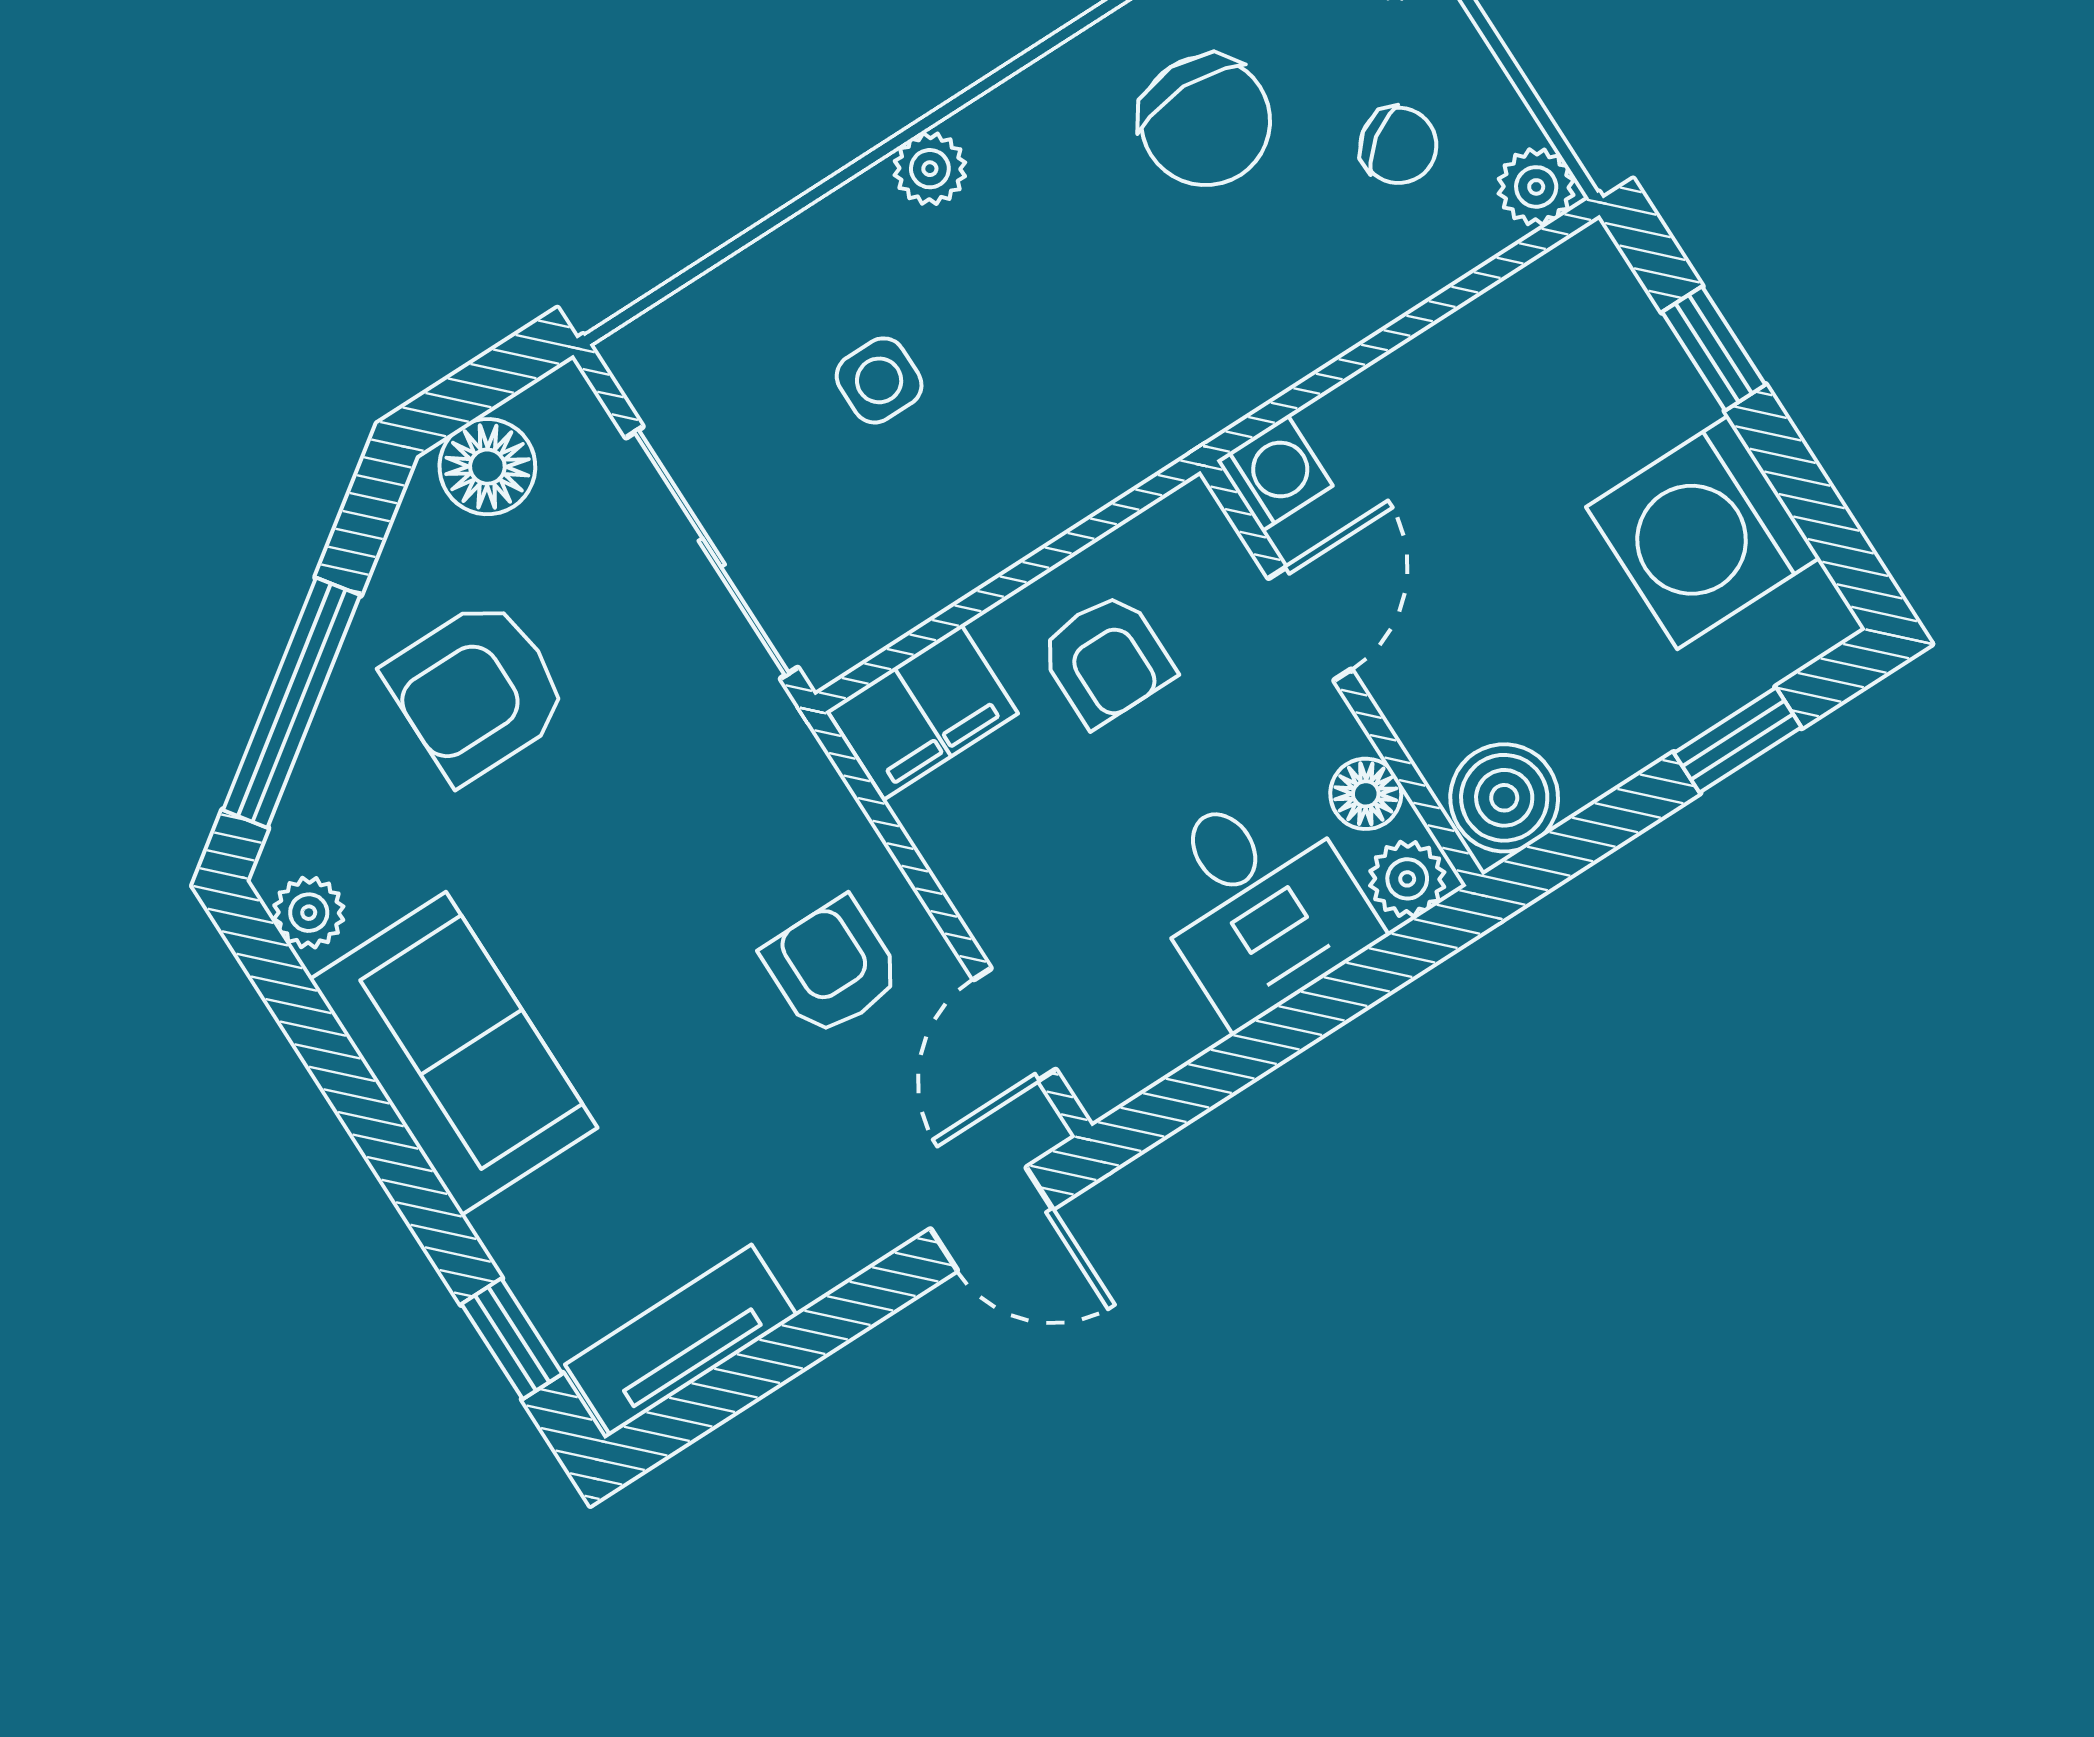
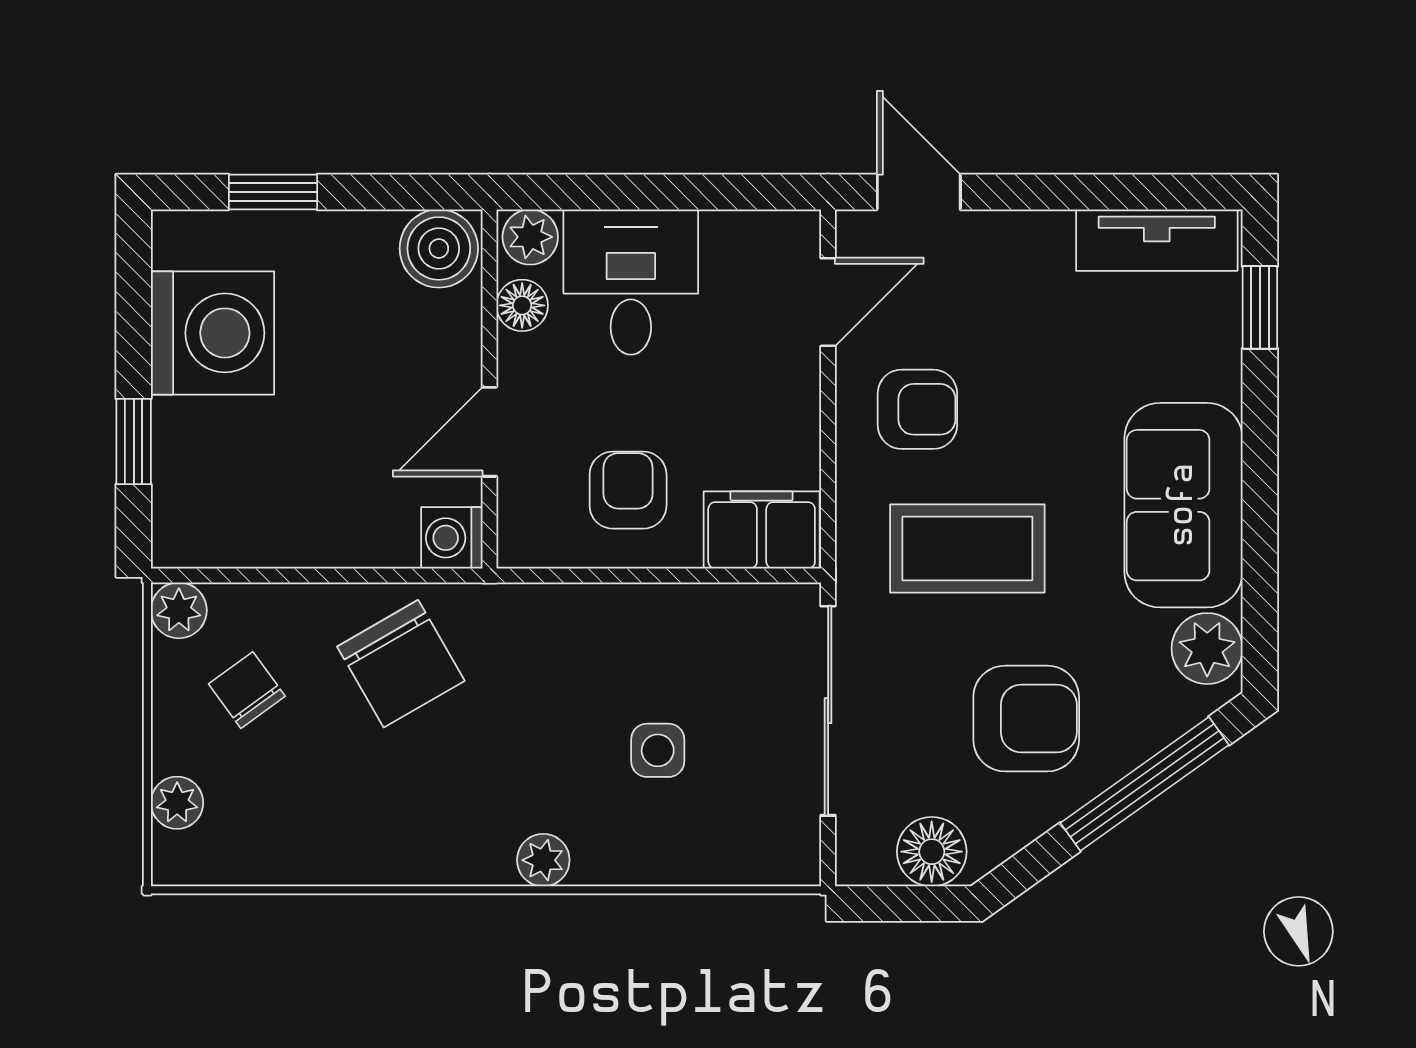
chair: (1206, 121) -> (401, 664), moved, turned 150
coffee table: (671, 843) -> (967, 549), added
plant: (309, 913) -> (1207, 649), width x1.38, depth x1.38
armchair: (832, 967) -> (917, 409), turned -90

